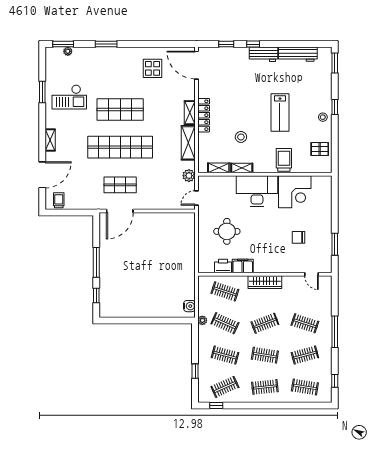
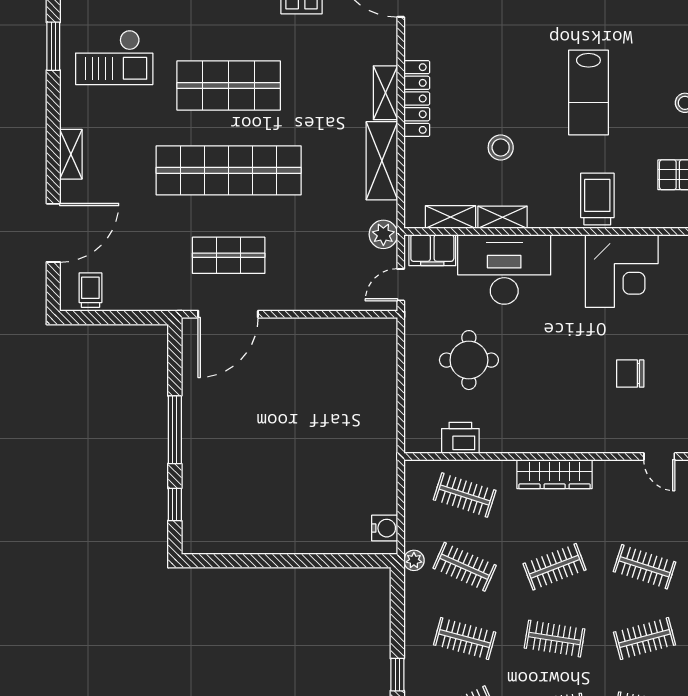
desk: (257, 191) -> (504, 269), moved
filing cabinet: (243, 266) -> (432, 250), moved, turned 180

